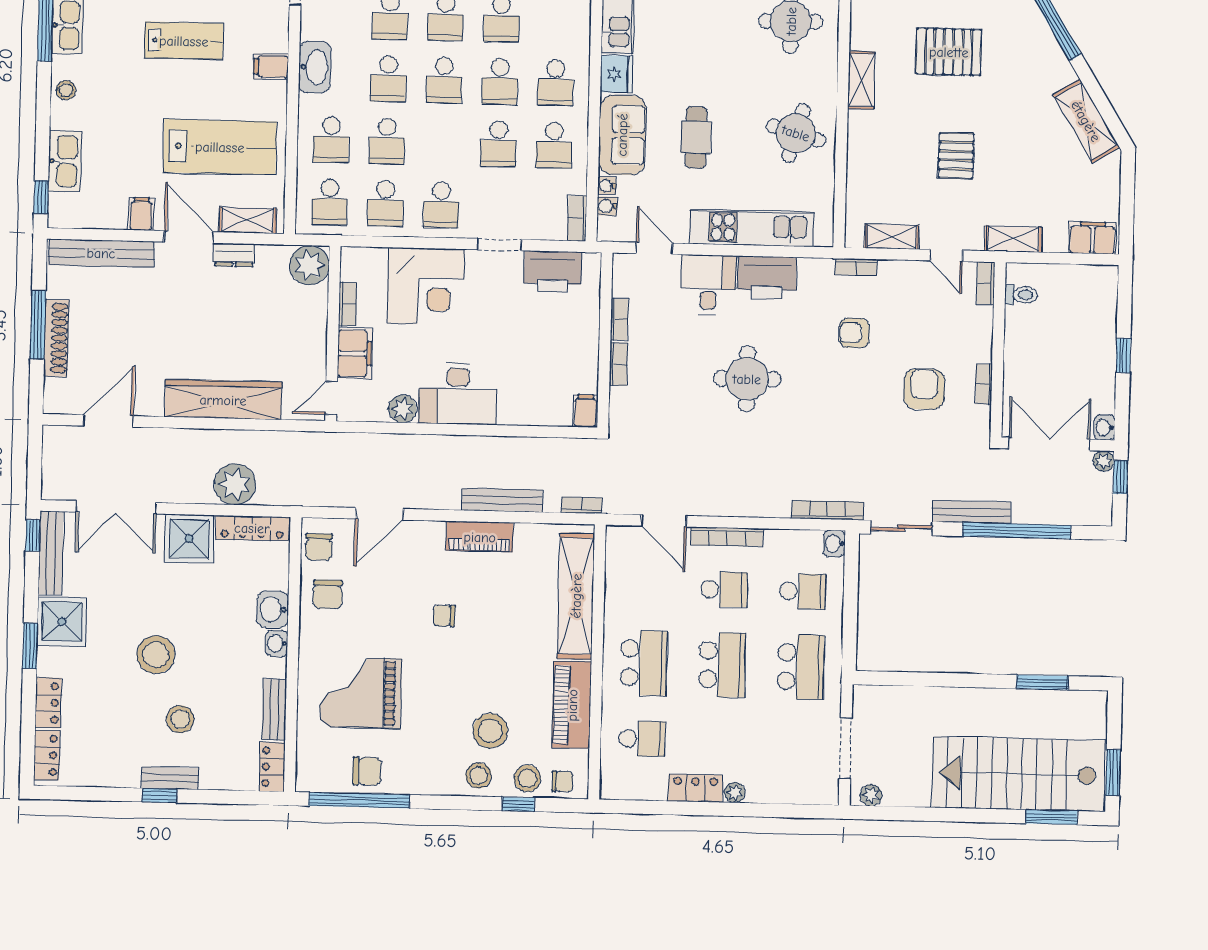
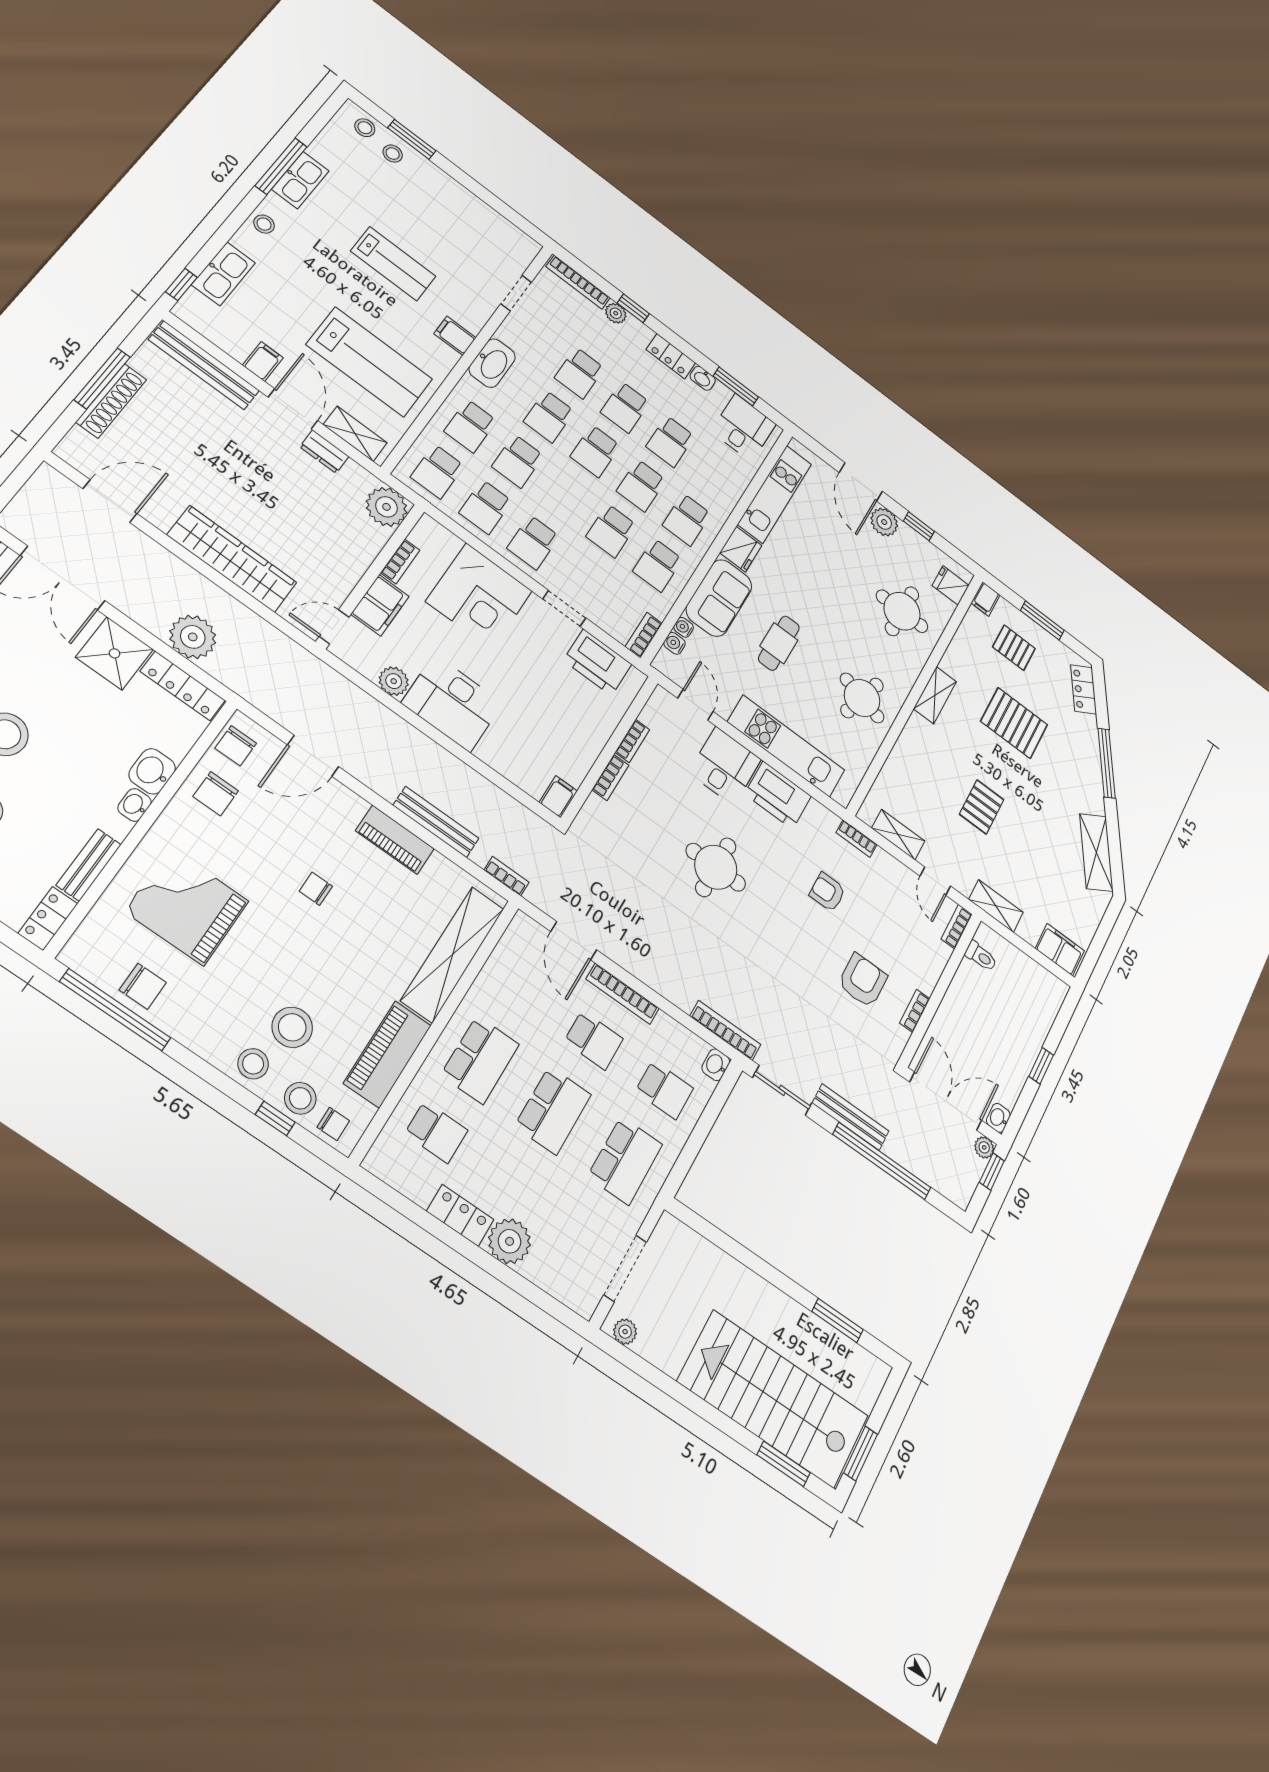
plant: (735, 793) -> (510, 1241), width x1.88, depth x1.88

